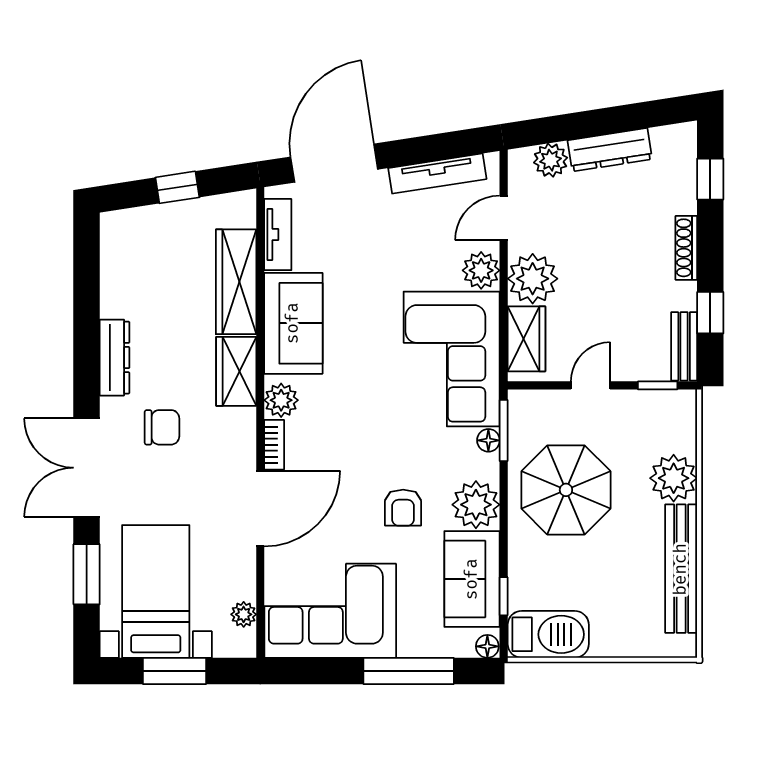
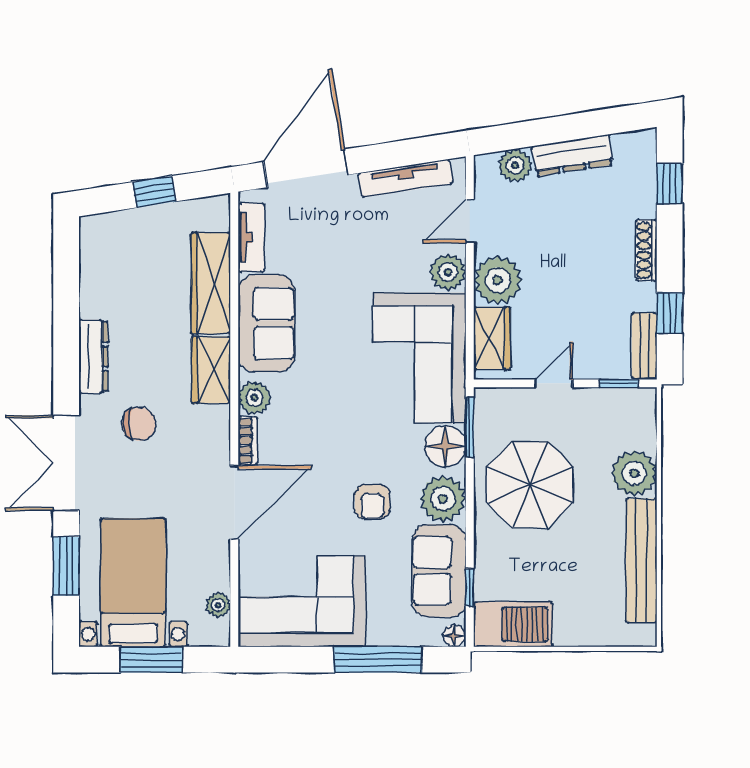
floor lamp: (488, 440) -> (445, 446), width x1.89, depth x1.89

